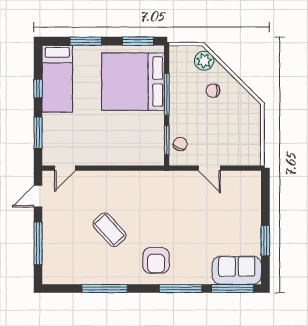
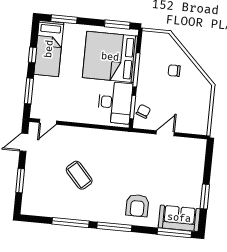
window: (86, 41) -> (64, 19), moved
plant: (204, 61) -> (169, 46), removed
desk: (145, 137) -> (115, 103), added
door: (209, 168) -> (165, 133), swing flipped
window: (38, 243) -> (20, 181), width x0.69
armchair: (156, 260) -> (137, 206), moved
window: (181, 289) -> (114, 227), moved

